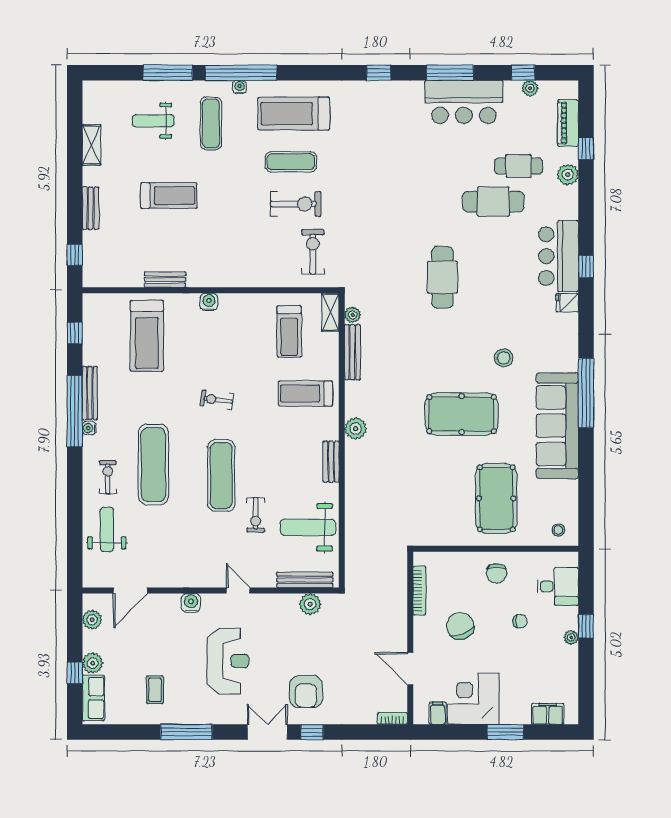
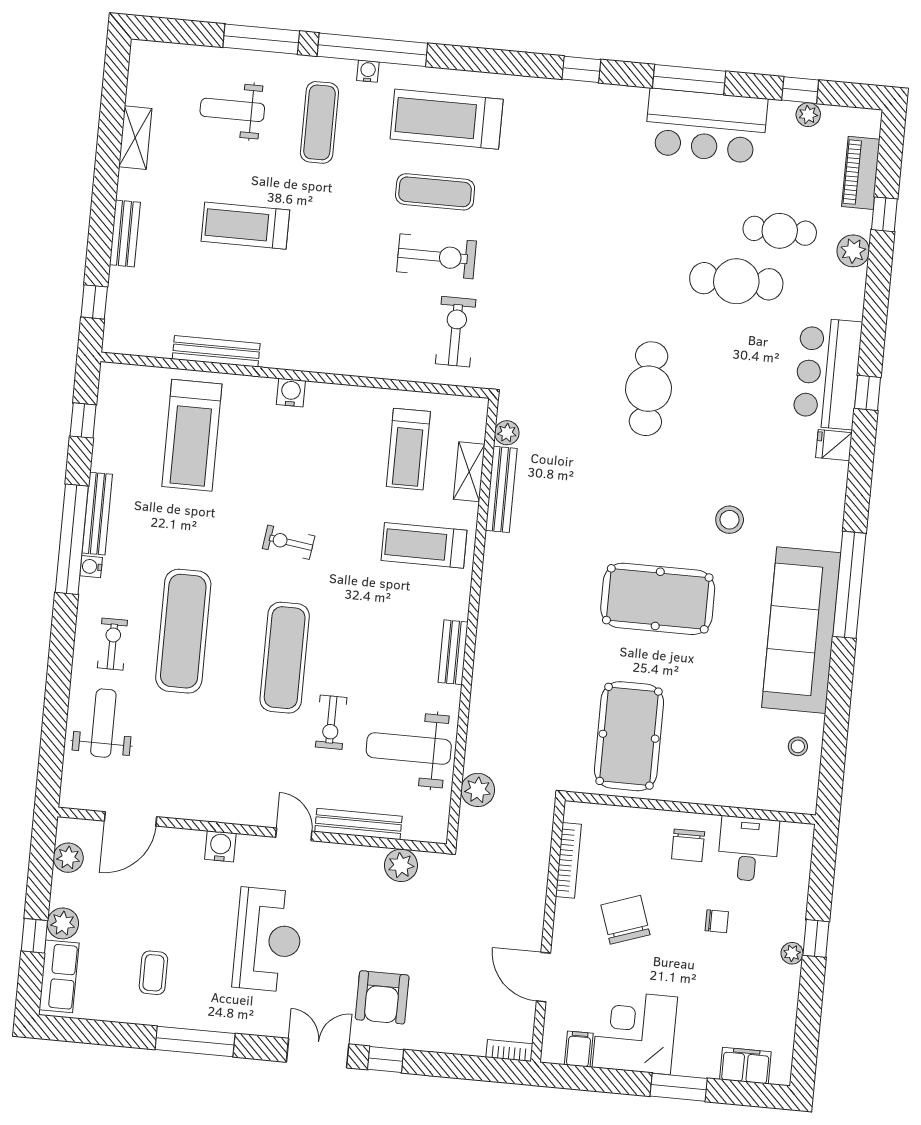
treadmill: (169, 196) -> (245, 226), turned 180
bench: (165, 280) -> (216, 351), width x1.36
shelving: (330, 312) -> (469, 472), moved
plant: (356, 429) -> (478, 790), moved
pool table: (496, 498) -> (629, 736), moved
stool: (558, 530) -> (798, 746), moved
bench: (305, 580) -> (358, 824), moved
desk: (558, 586) -> (748, 849), moved, turned -90

